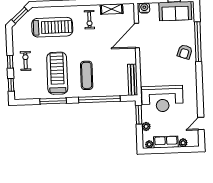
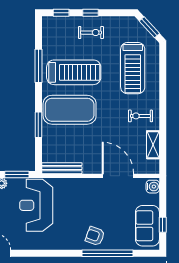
exercise mat: (87, 75) -> (70, 110), width x2.00, depth x1.45
window: (99, 99) -> (38, 125), width x0.47

